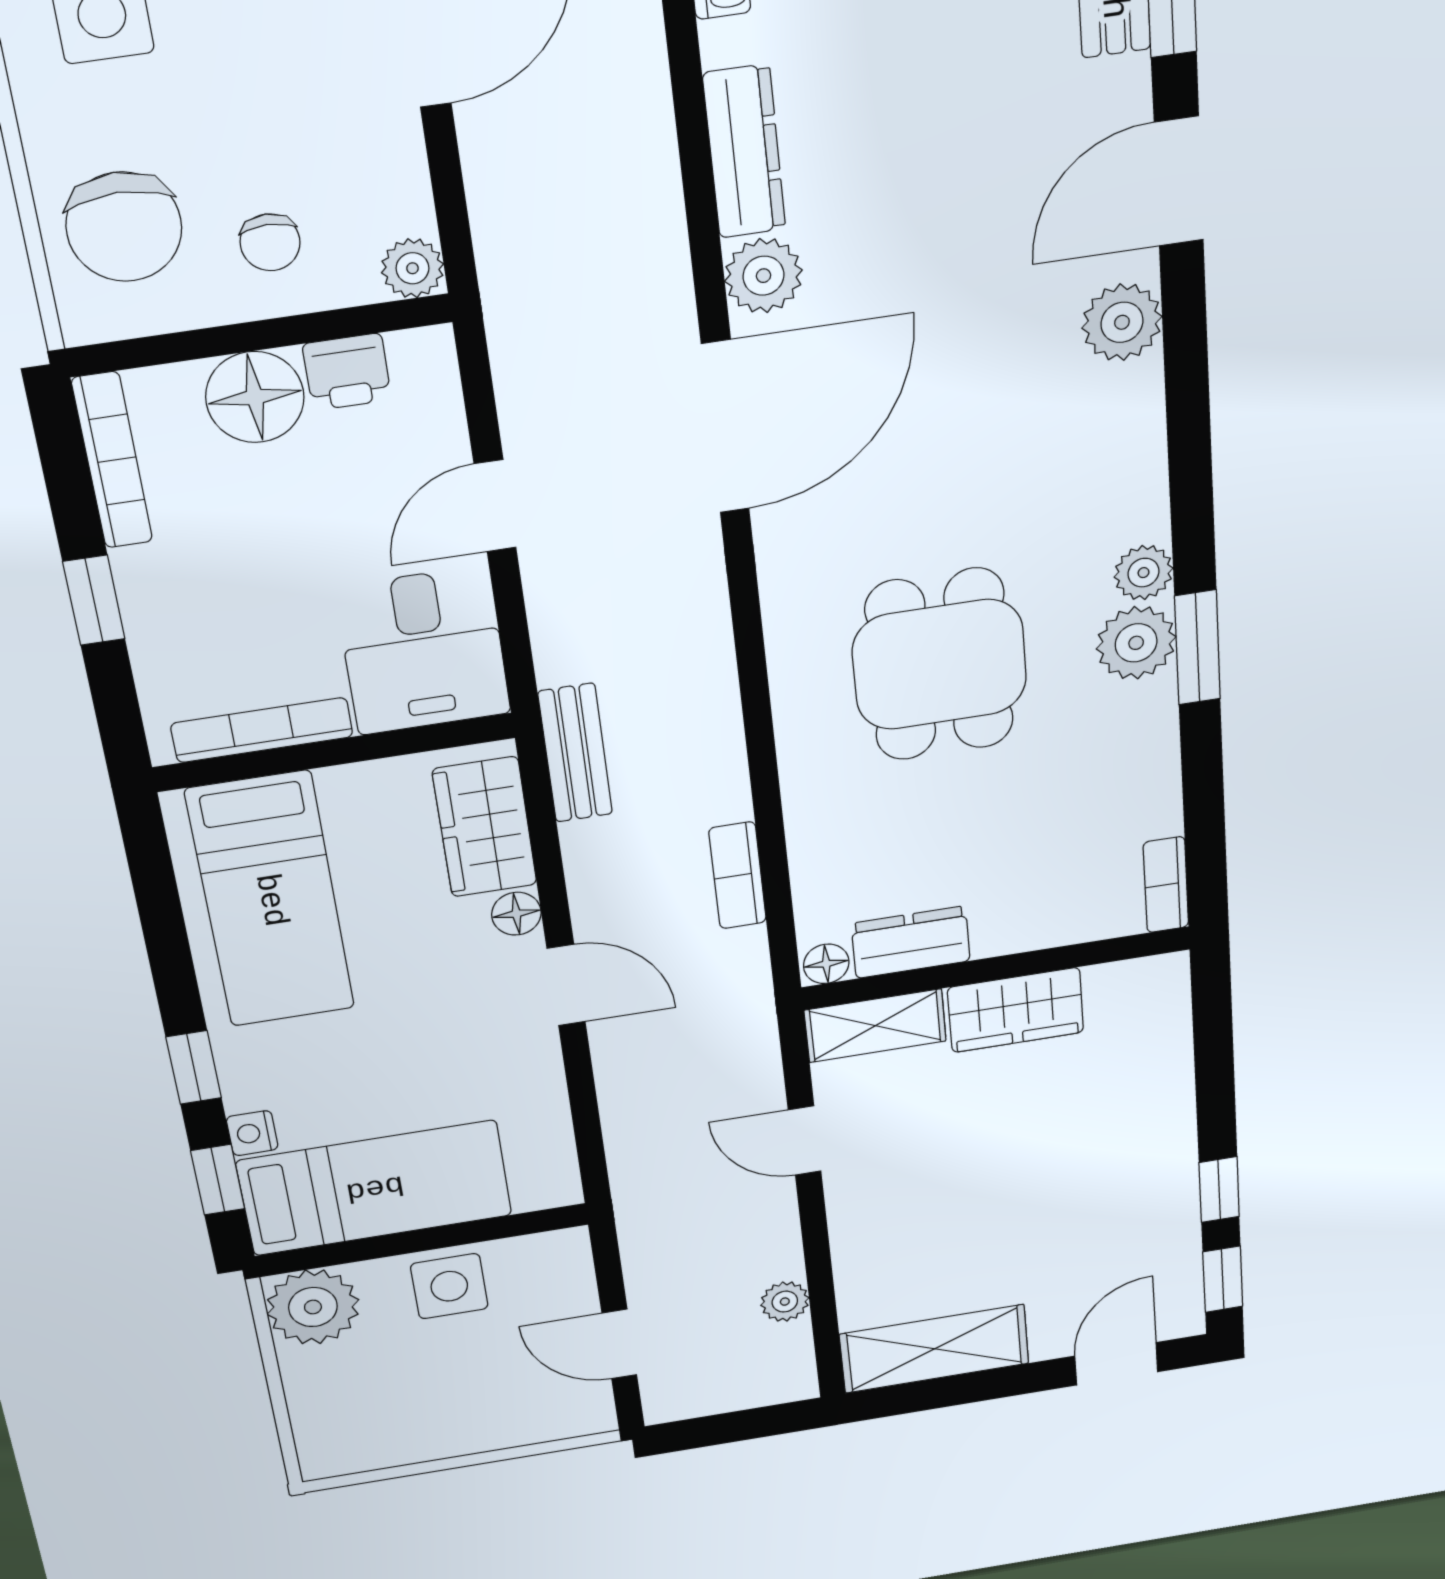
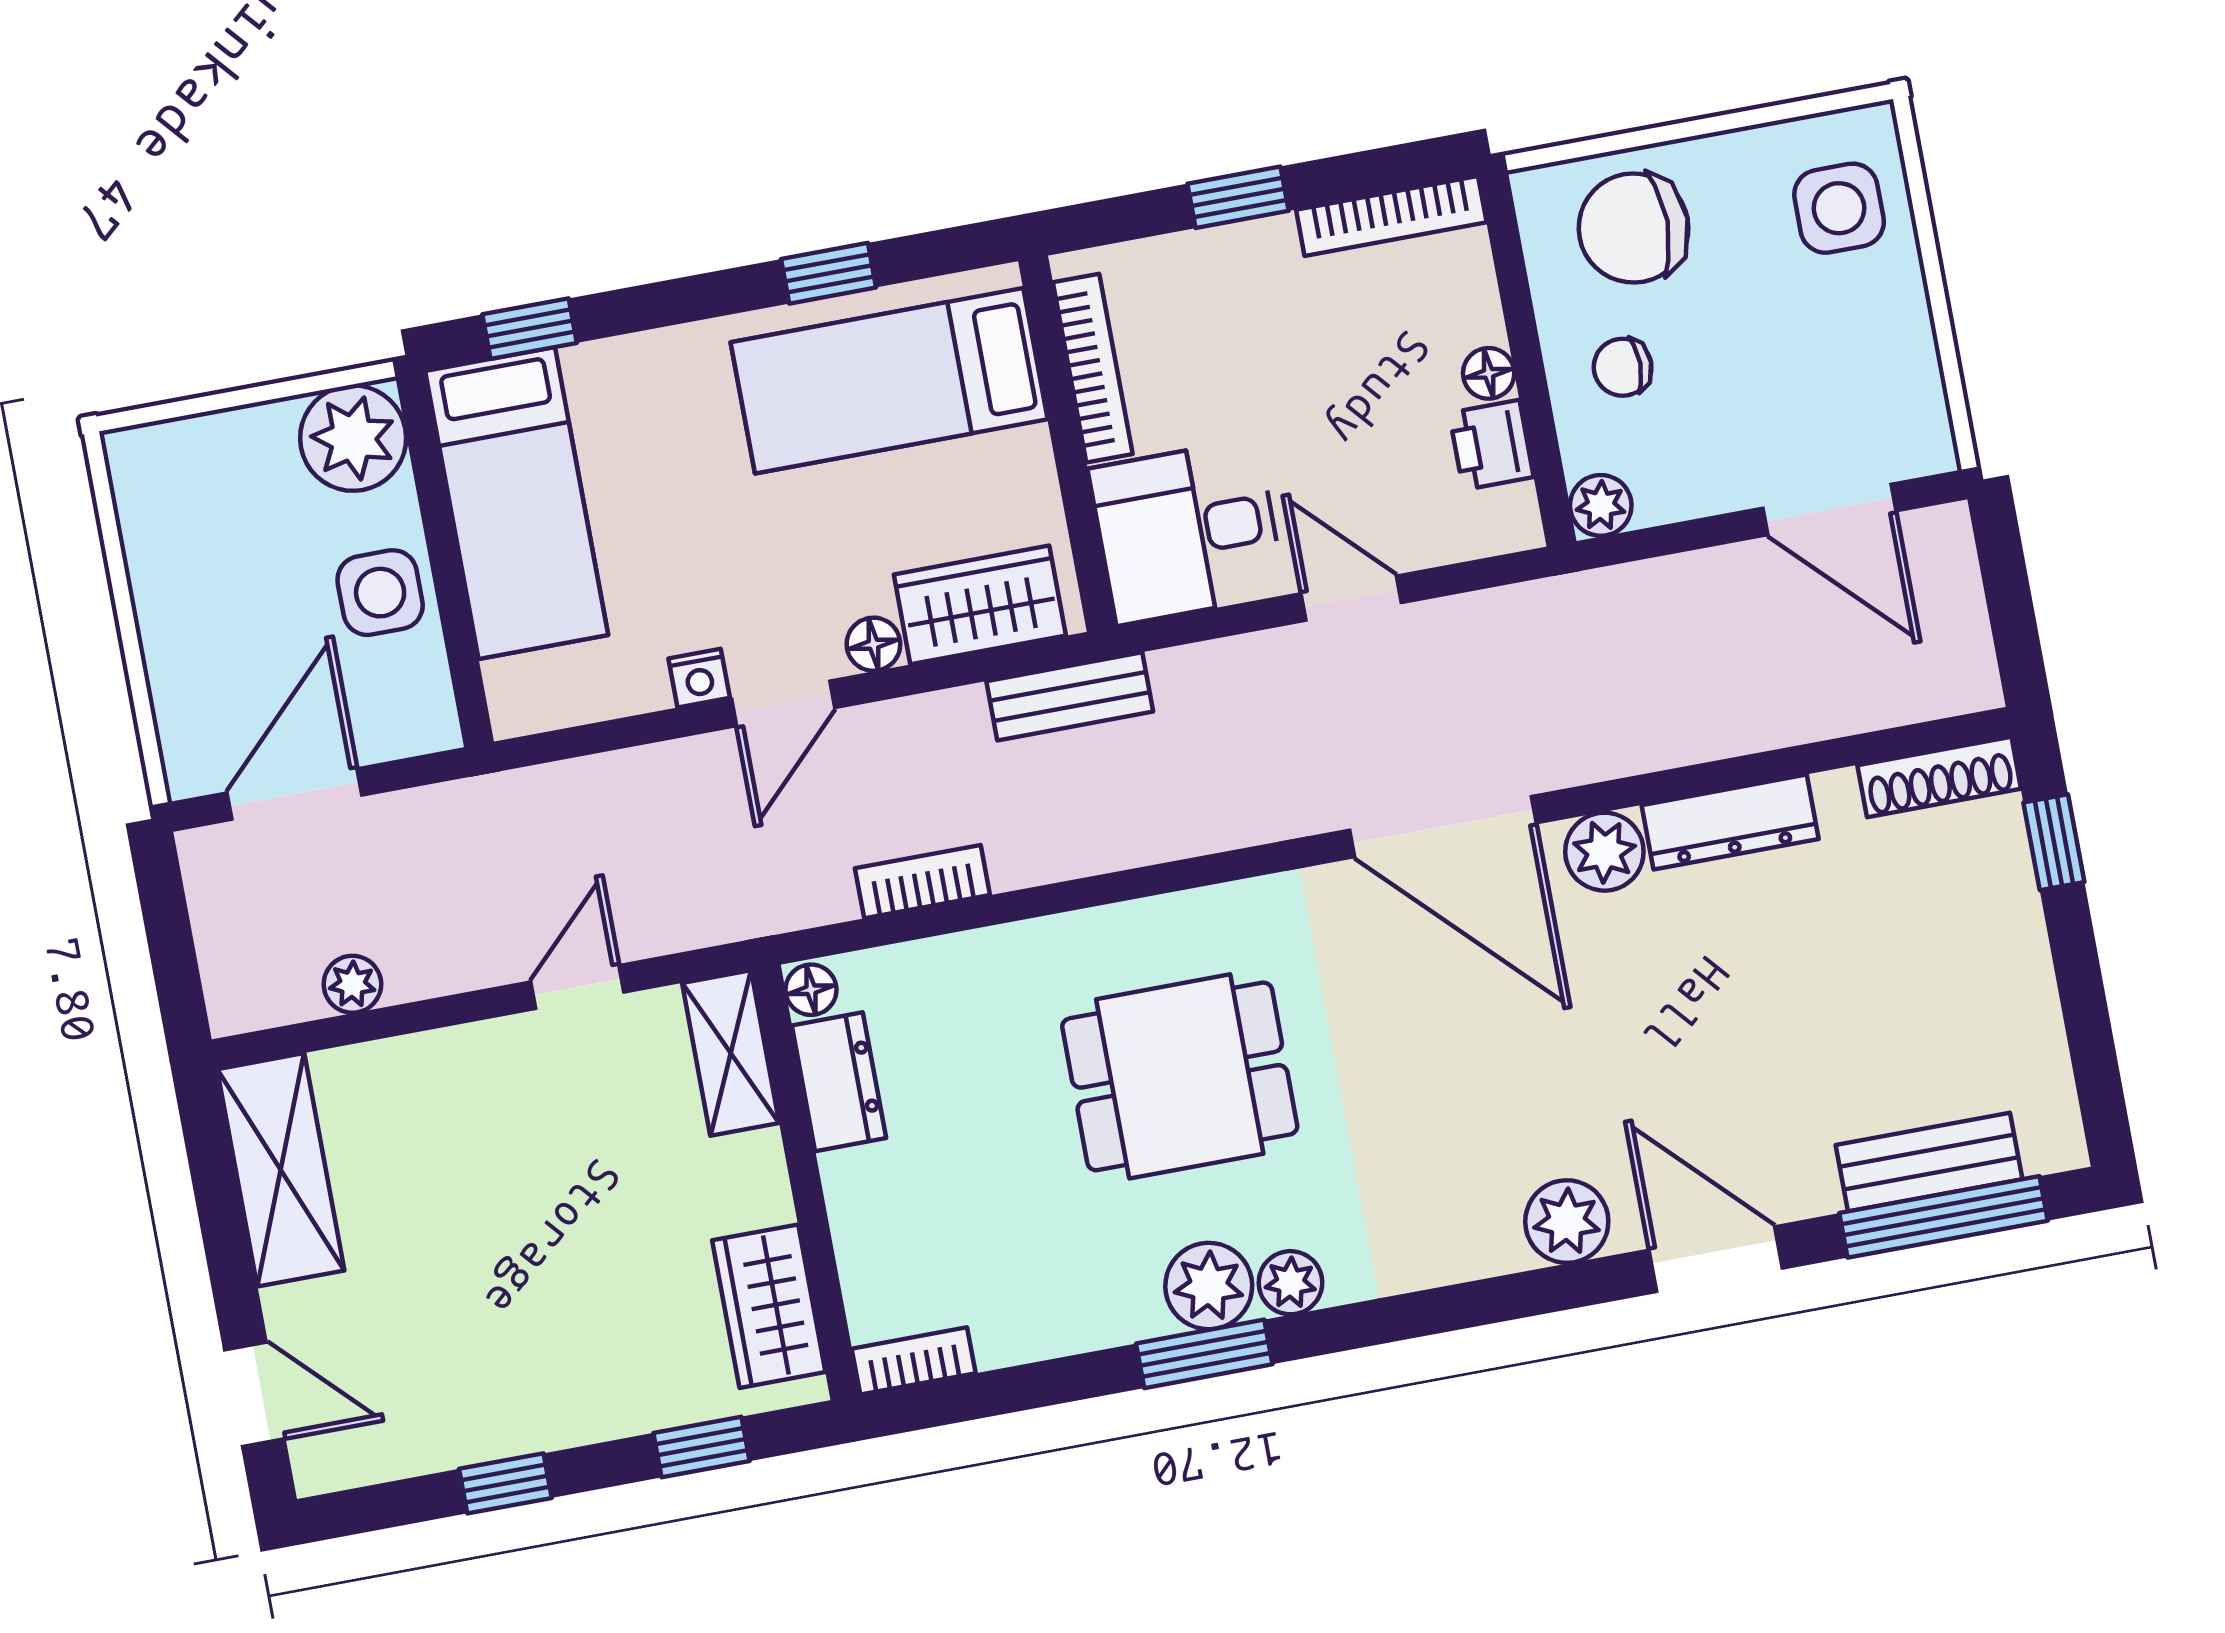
floor lamp: (255, 397) -> (1489, 373), width x0.53, depth x0.53
wardrobe: (1016, 1010) -> (769, 1306), moved
window: (194, 1067) -> (829, 273), moved
nightstand: (252, 1133) -> (699, 678), moved, turned 180
window: (1223, 1279) -> (701, 1447), moved
door: (619, 1344) -> (294, 794), width x1.38

